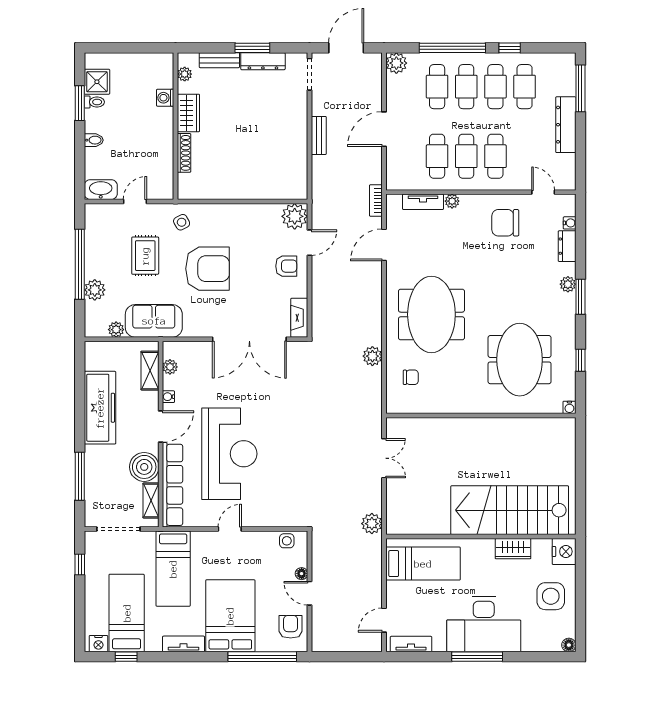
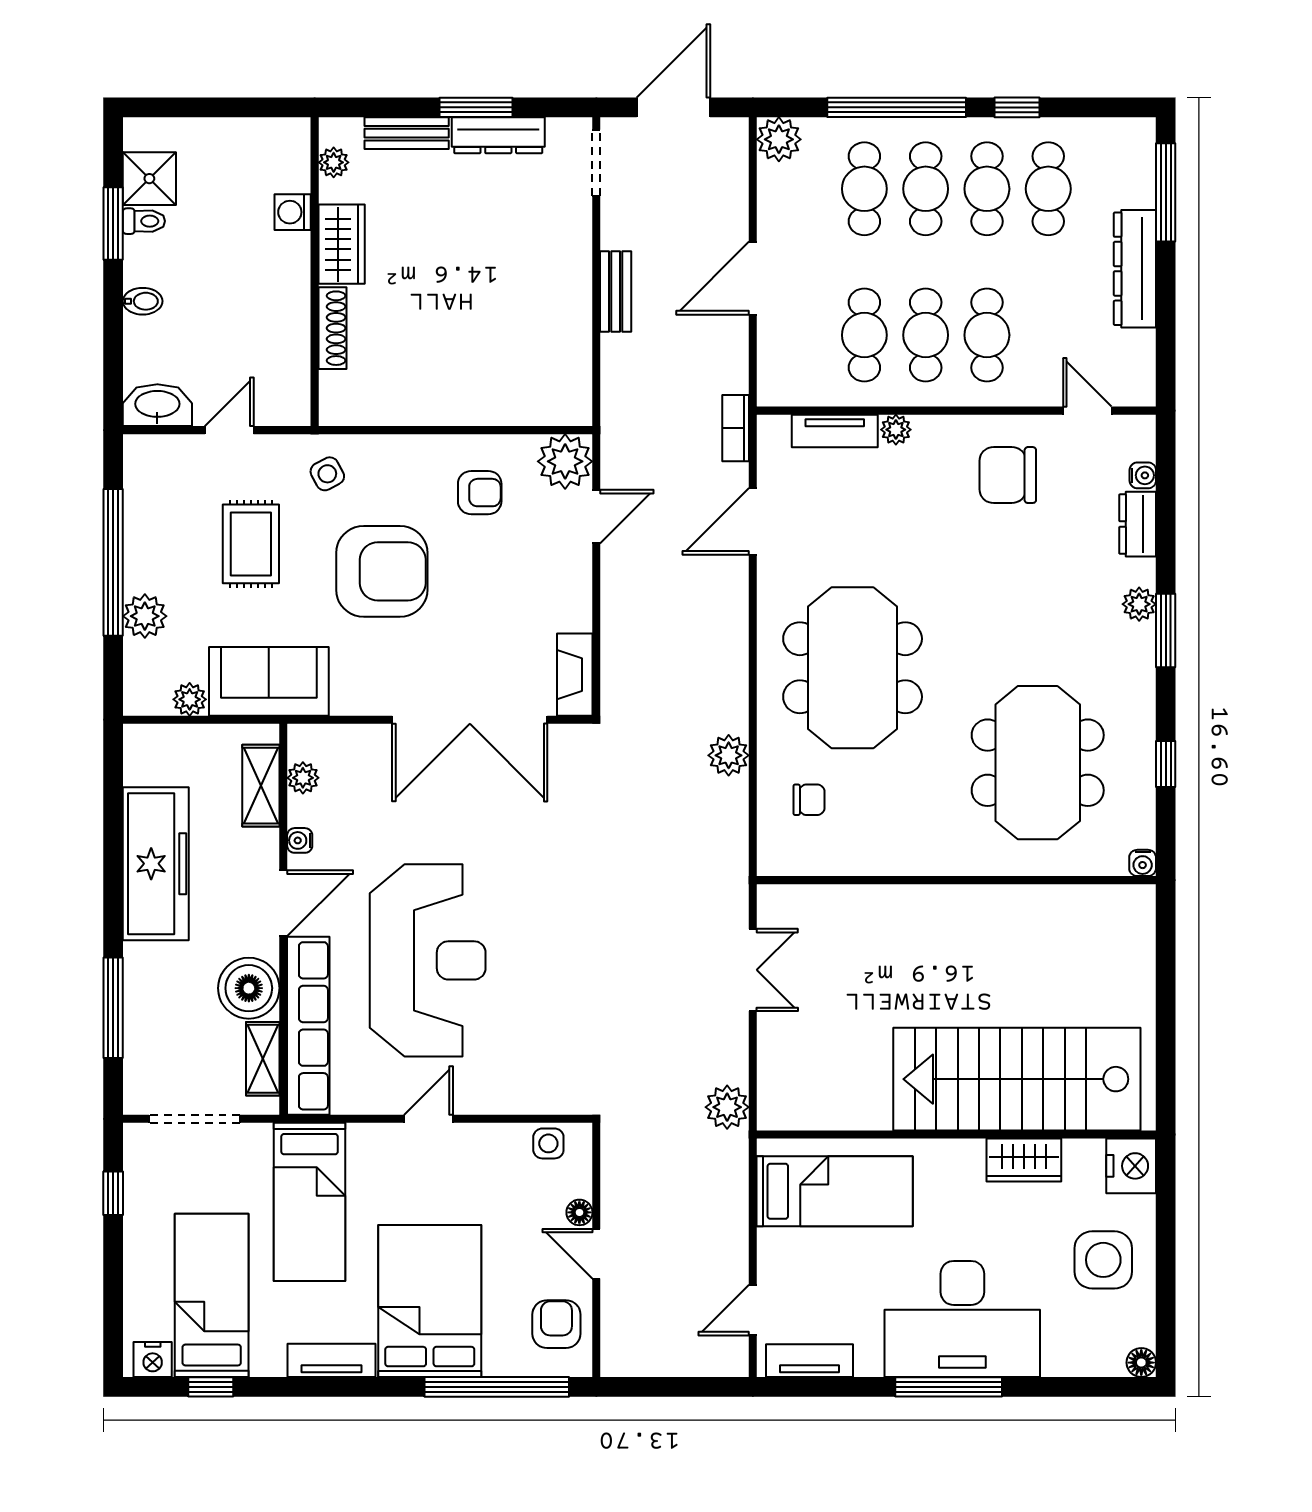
armchair: (286, 266) -> (480, 493), moved

